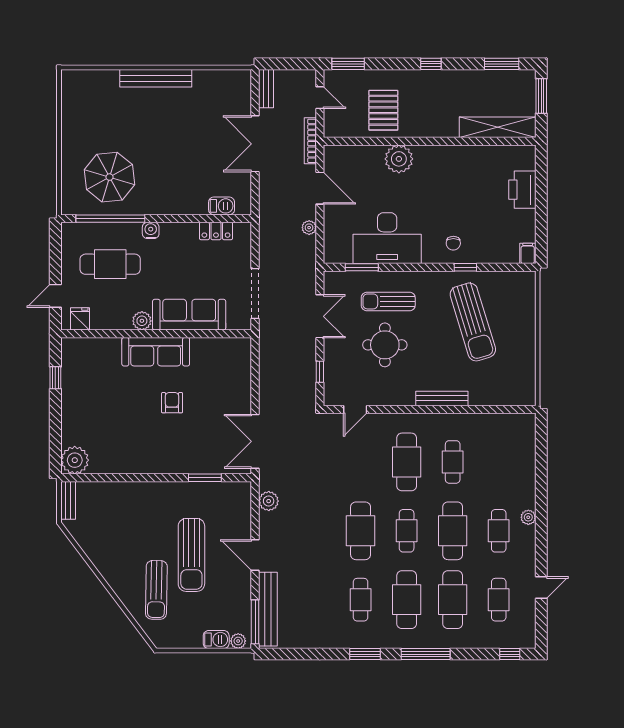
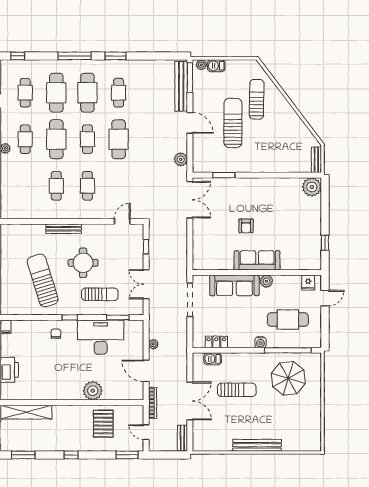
sun lounger: (186, 160) -> (237, 390), added
window: (465, 267) -> (70, 317), moved
round table: (385, 345) -> (83, 263), moved
cafe table: (407, 462) -> (87, 186), width x0.73, depth x0.74

